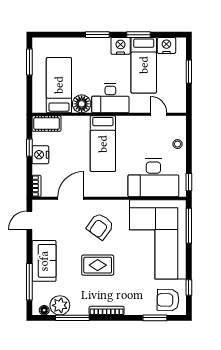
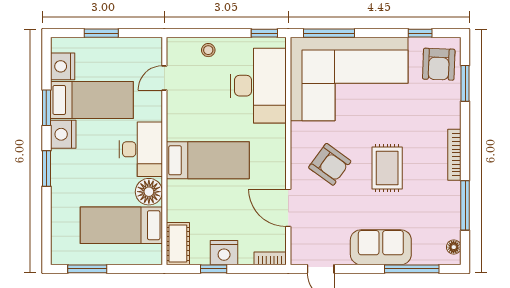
plant: (60, 305) -> (447, 224), removed

